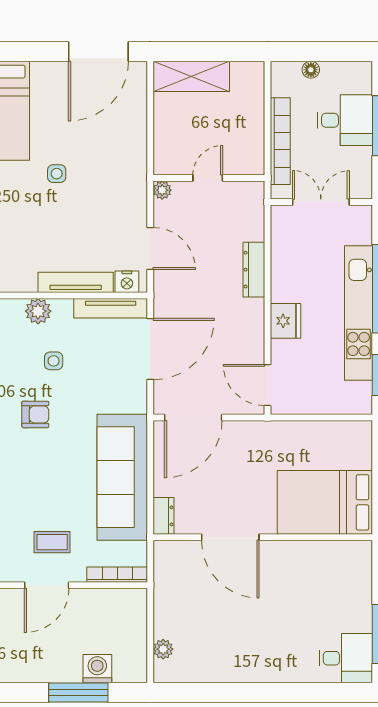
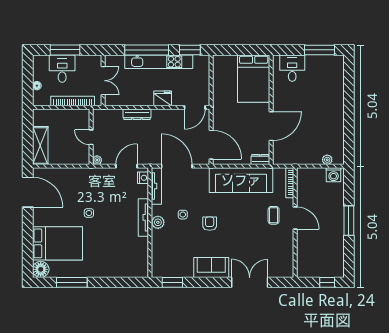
double door: (321, 202) -> (103, 81), swing flipped
tv unit: (76, 282) -> (143, 217), moved
desk: (346, 658) -> (292, 68), moved
washing machine: (97, 669) -> (334, 175), moved, turned -90
window: (78, 692) -> (349, 221), moved

